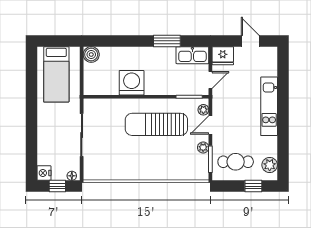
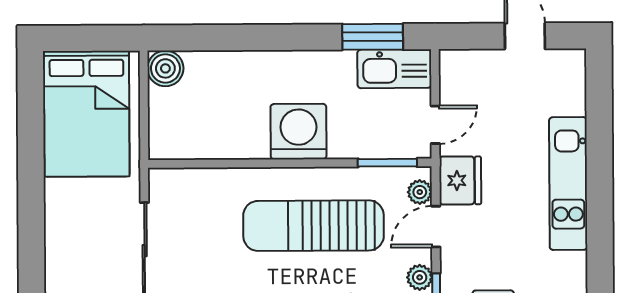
window: (167, 41) -> (373, 37), moved
fridge: (223, 56) -> (460, 180), moved, turned -90
bed: (56, 74) -> (87, 114), width x1.50
washing machine: (132, 83) -> (298, 132), moved

